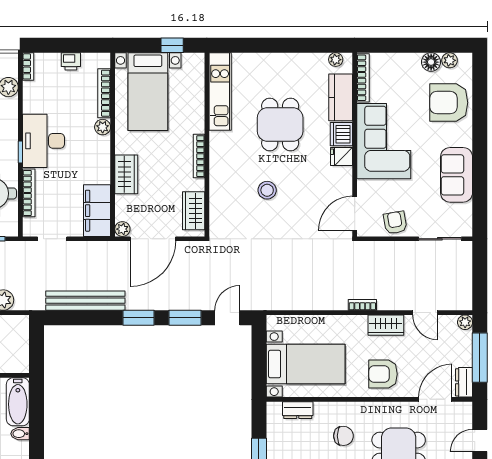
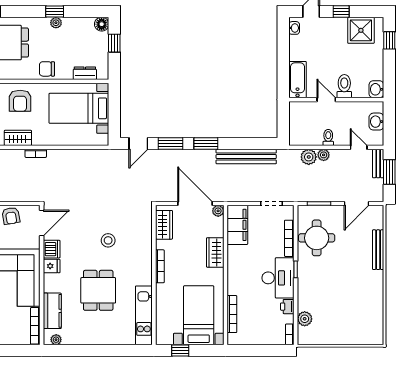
printer: (71, 61) -> (287, 307), moved, turned -90
plant: (103, 127) -> (233, 288), removed
dishwasher: (341, 134) -> (52, 249), moved
door: (153, 239) -> (195, 203), hinge flipped
armchair: (383, 374) -> (20, 101), turned 90
bidet: (20, 434) -> (296, 55), removed
chair: (343, 436) -> (47, 69), moved

